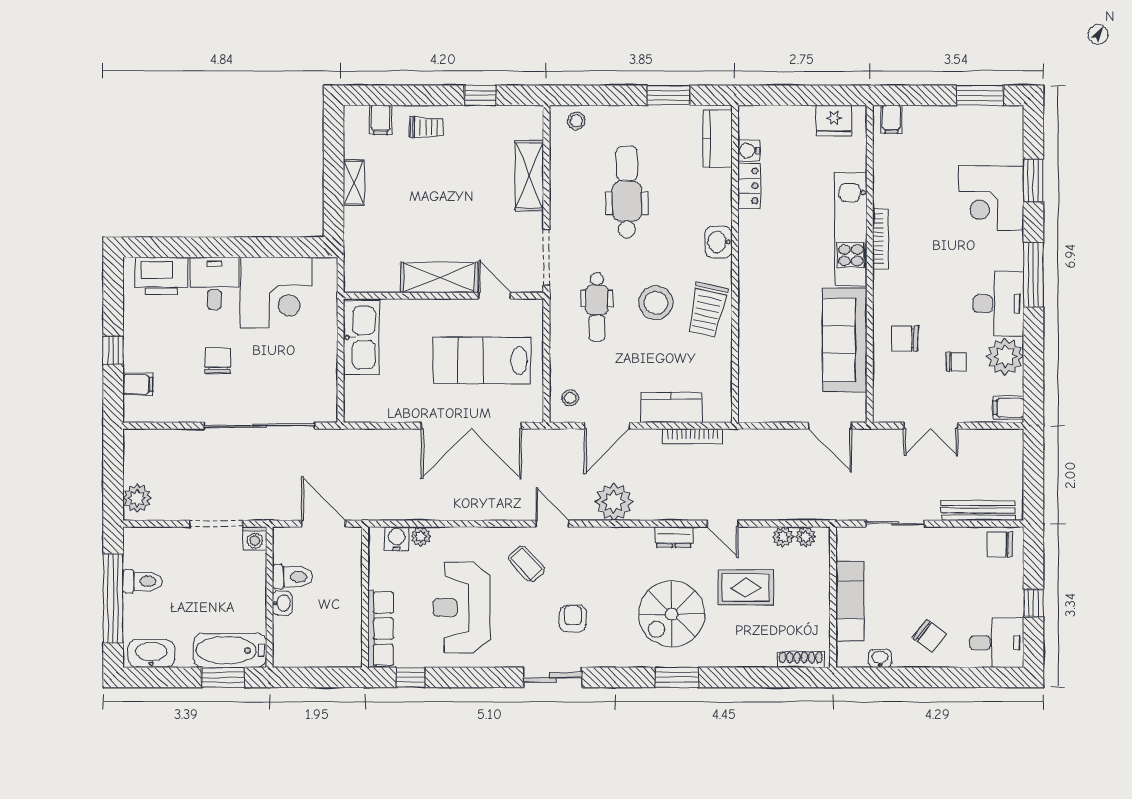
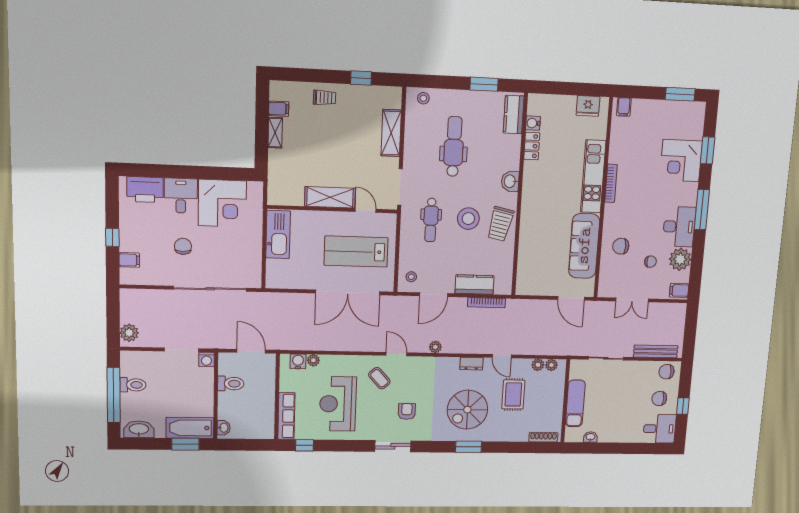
filing cabinet: (381, 120) -> (279, 109), moved, turned -90
plant: (614, 502) -> (435, 347), width x0.53, depth x0.53
rug: (746, 587) -> (513, 395), turned 90
washbasin: (282, 603) -> (224, 428), moved
chair: (929, 636) -> (659, 398), moved, turned 143

